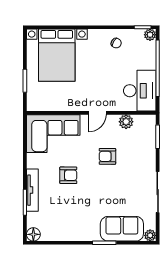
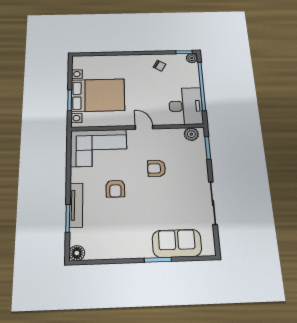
bed with nightstands: (57, 55) -> (98, 95), moved, turned -90
door: (97, 113) -> (144, 127), swing flipped
plant: (126, 122) -> (191, 134), moved
armchair: (68, 175) -> (115, 189), turned 90
plant: (150, 235) -> (209, 250), removed

